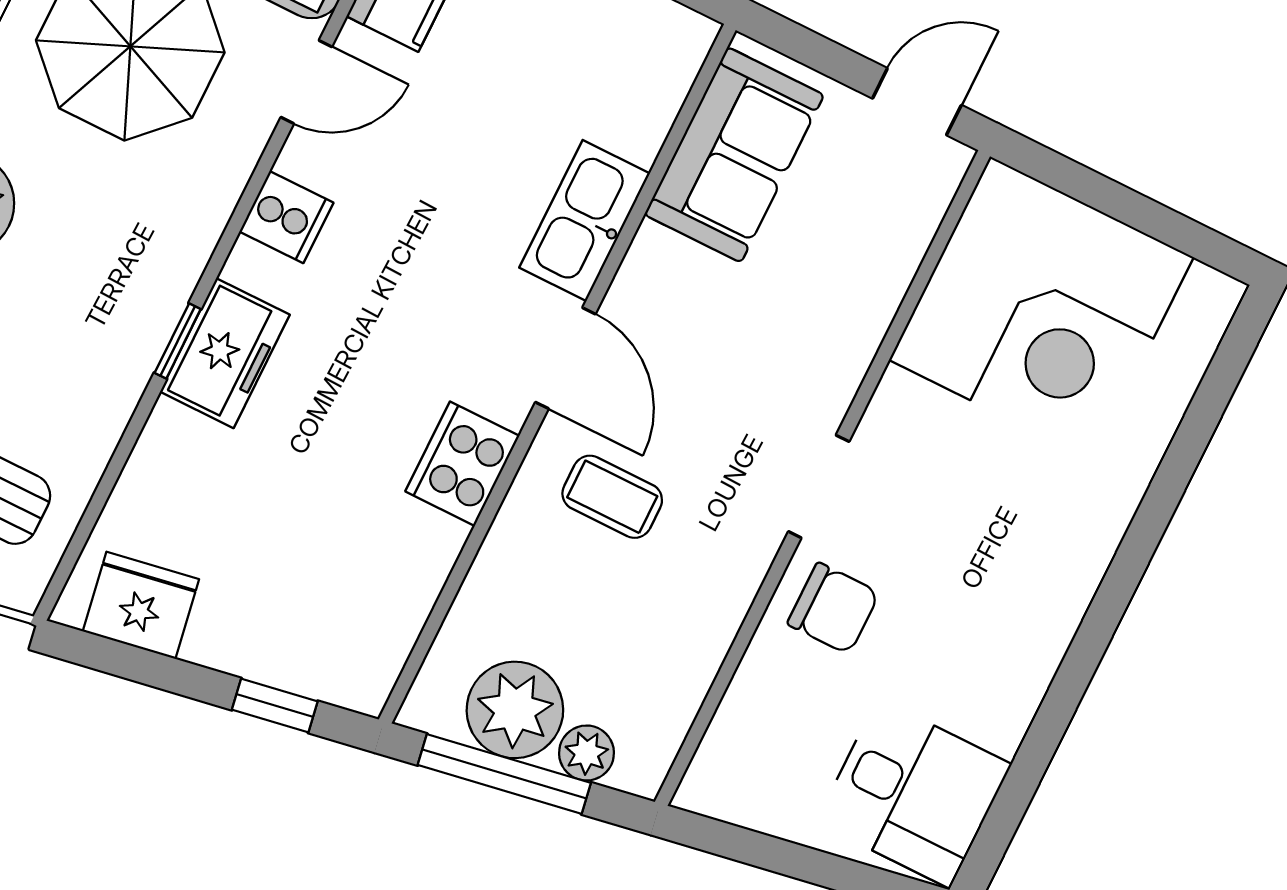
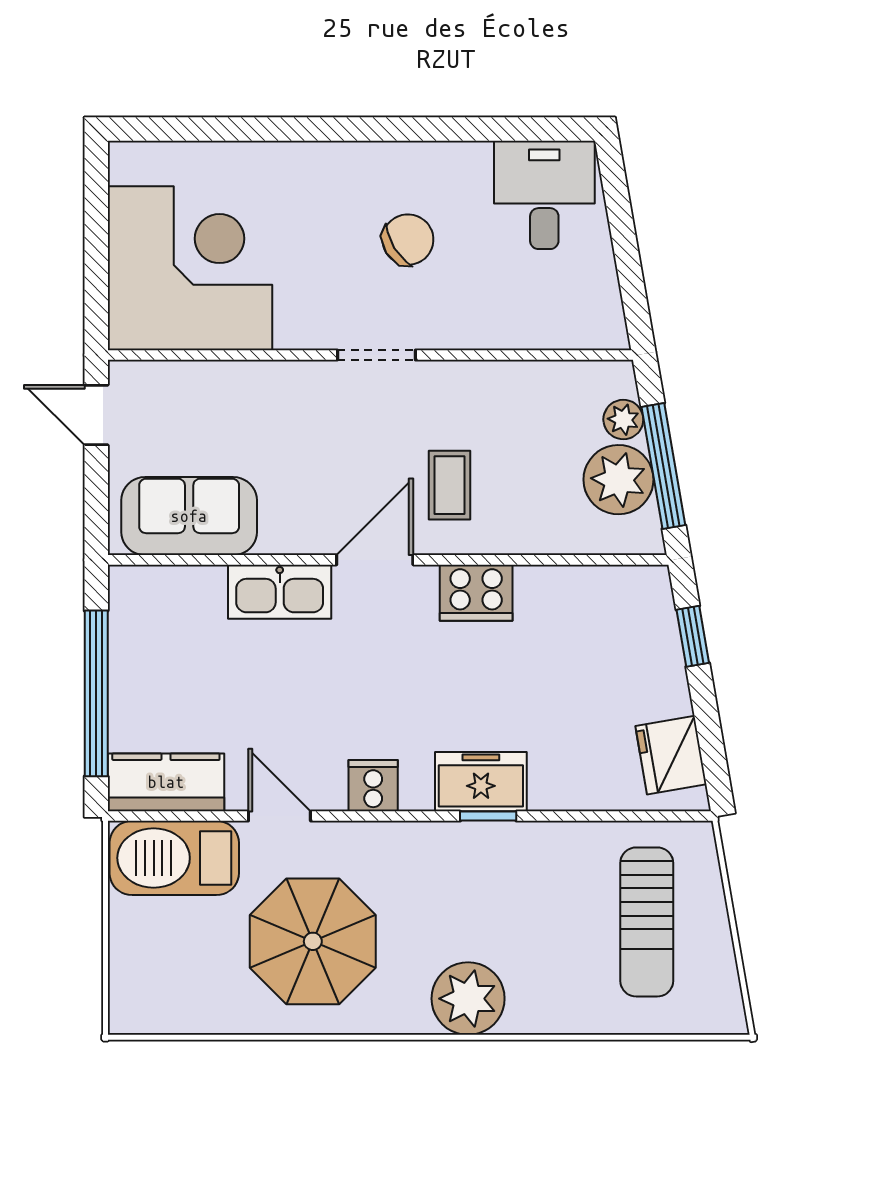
chair: (833, 608) -> (408, 240), moved, turned 58

